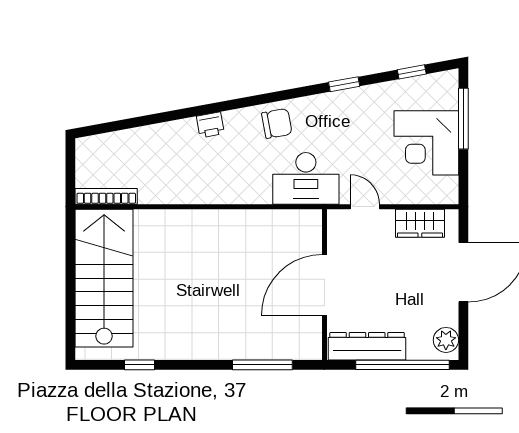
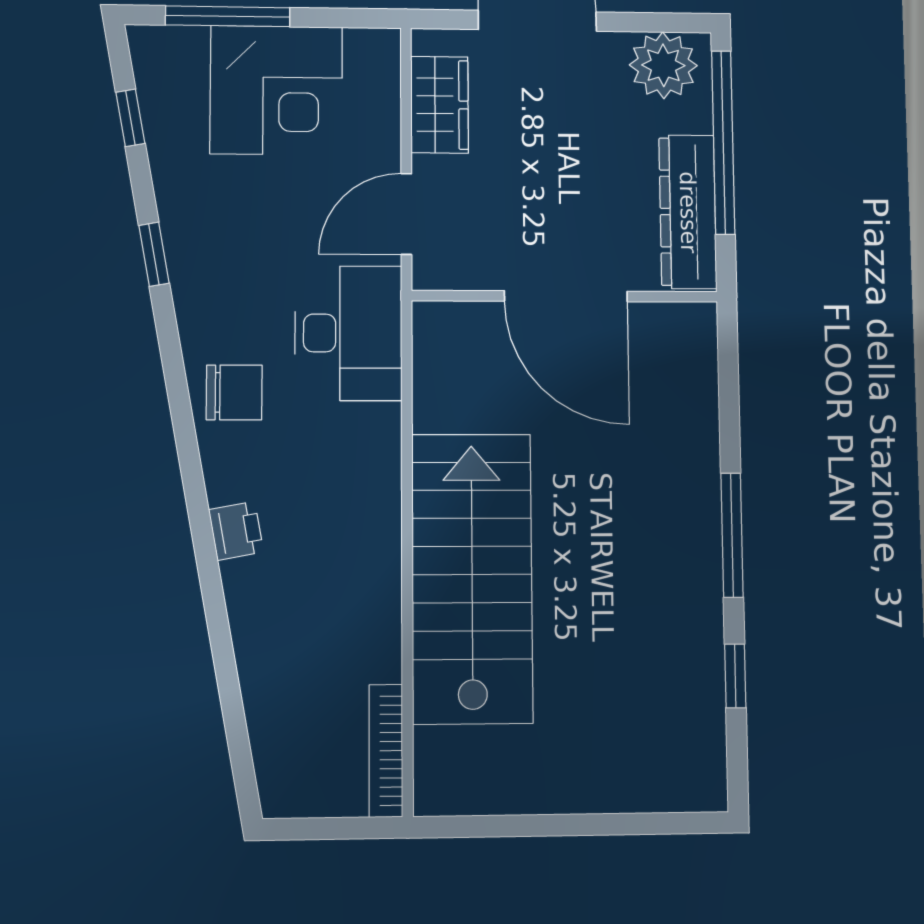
chair: (277, 123) -> (234, 392), turned 100
door: (365, 207) -> (406, 214), width x1.37
stairs: (104, 278) -> (472, 578), moved, turned 90
plant: (446, 340) -> (663, 65), width x1.36, depth x1.36
window: (262, 365) -> (732, 535), moved

